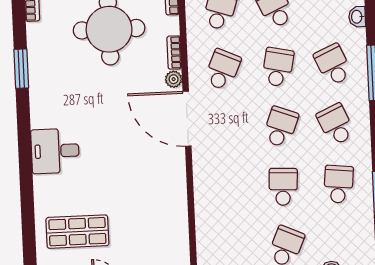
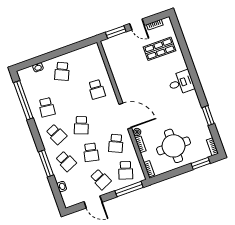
school desk: (283, 187) -> (97, 89), moved

